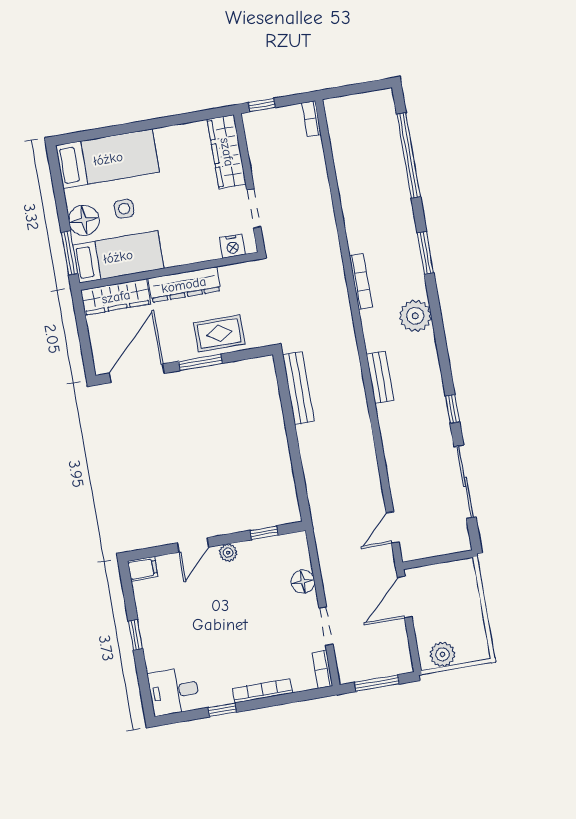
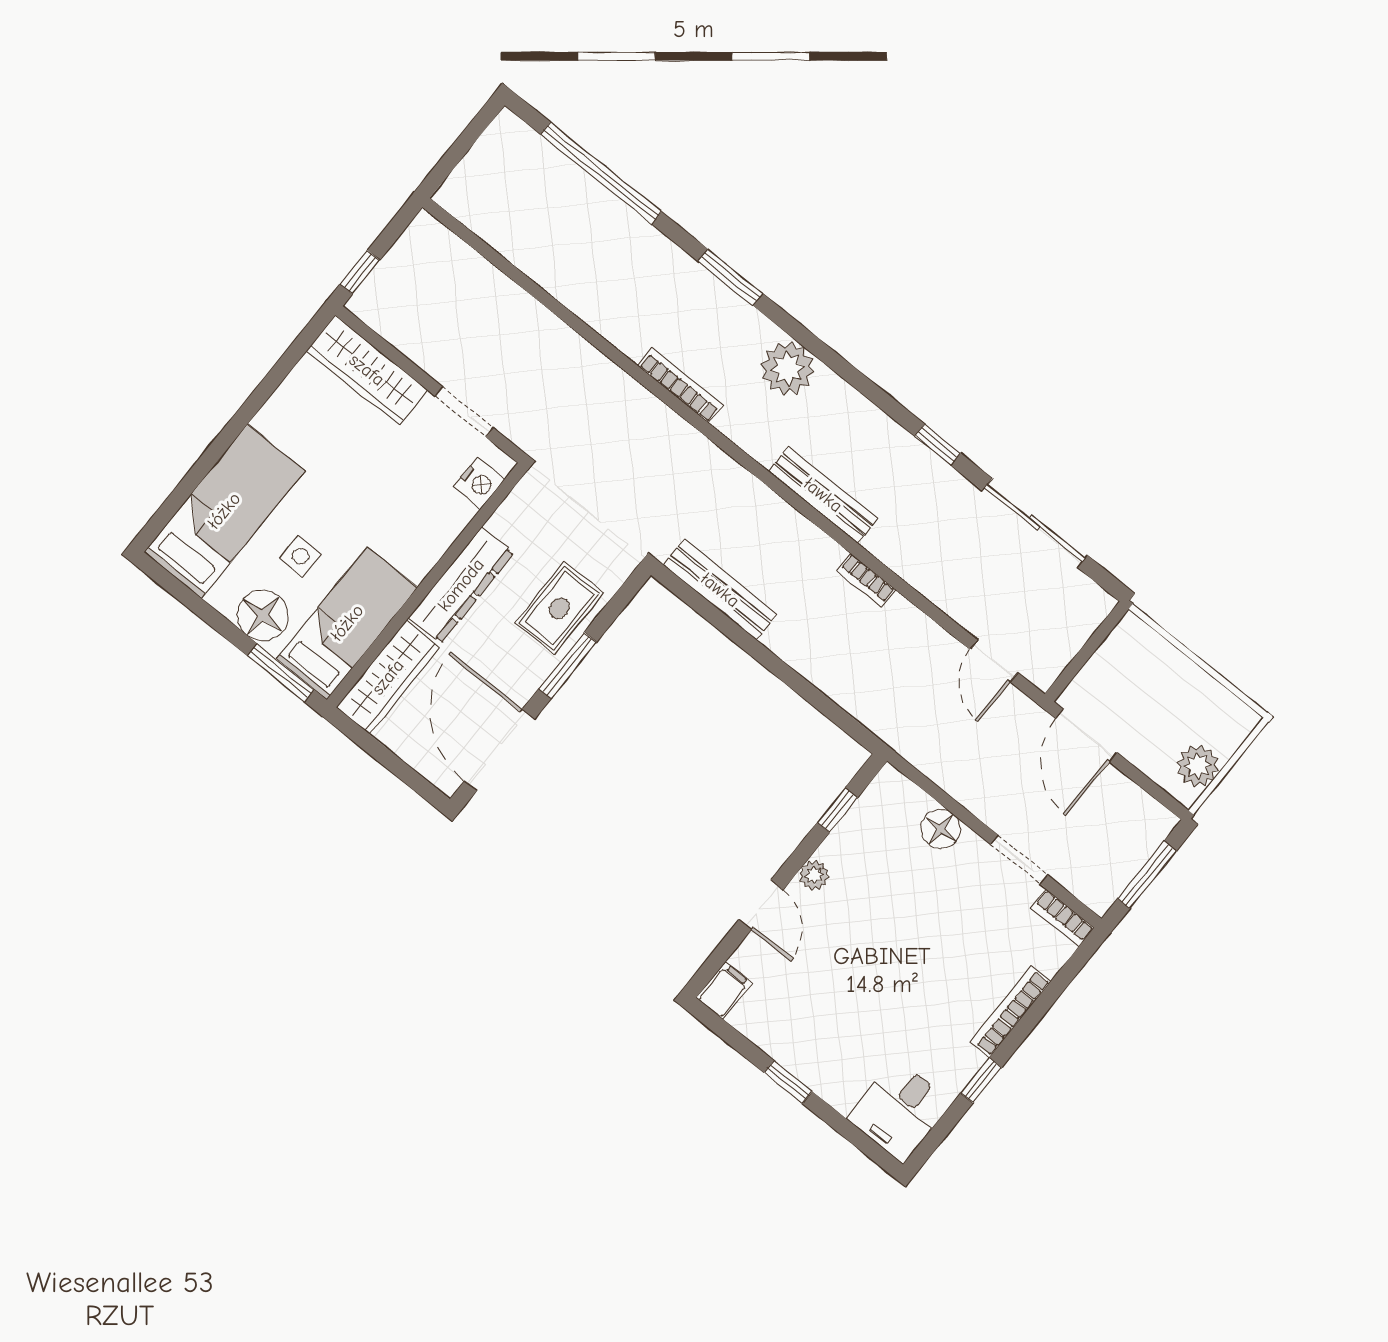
bookcase: (312, 119) -> (866, 580), moved
bench: (380, 377) -> (823, 495), width x1.36

